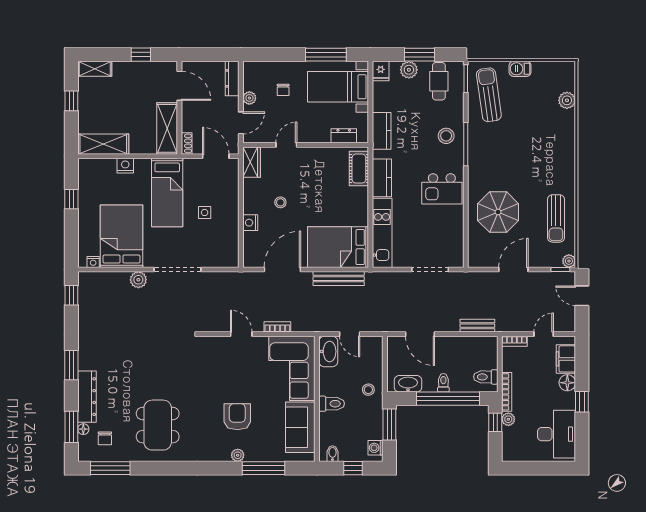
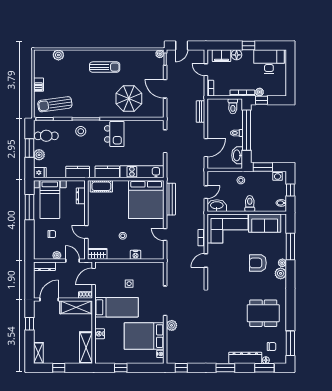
sun lounger: (556, 218) -> (105, 67), moved
bed: (338, 247) -> (146, 199), width x1.36
door: (282, 269) -> (165, 235), width x0.53
plant: (221, 453) -> (281, 273), added

